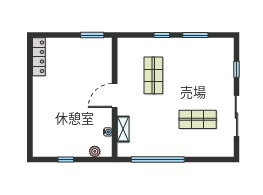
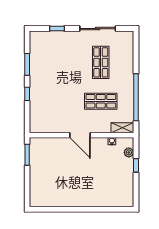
locker: (39, 57) -> (46, 201), removed
shop shelf: (153, 75) -> (101, 101), moved
shelving: (123, 129) -> (122, 128), moved
window: (66, 160) -> (136, 165), moved

